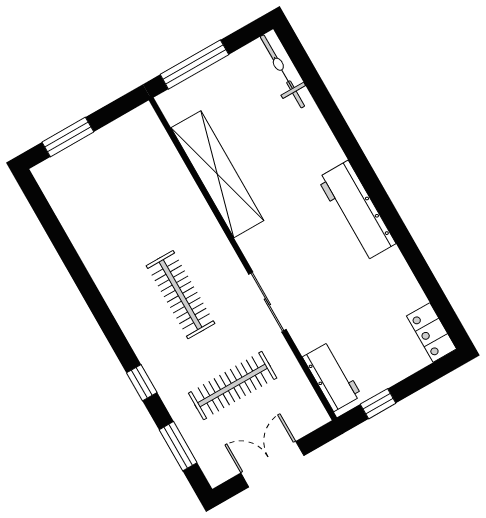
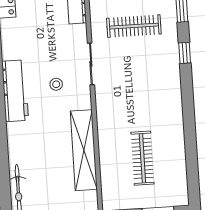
stool: (303, 249) -> (56, 84), added
clothes rail: (181, 295) -> (142, 158), moved

